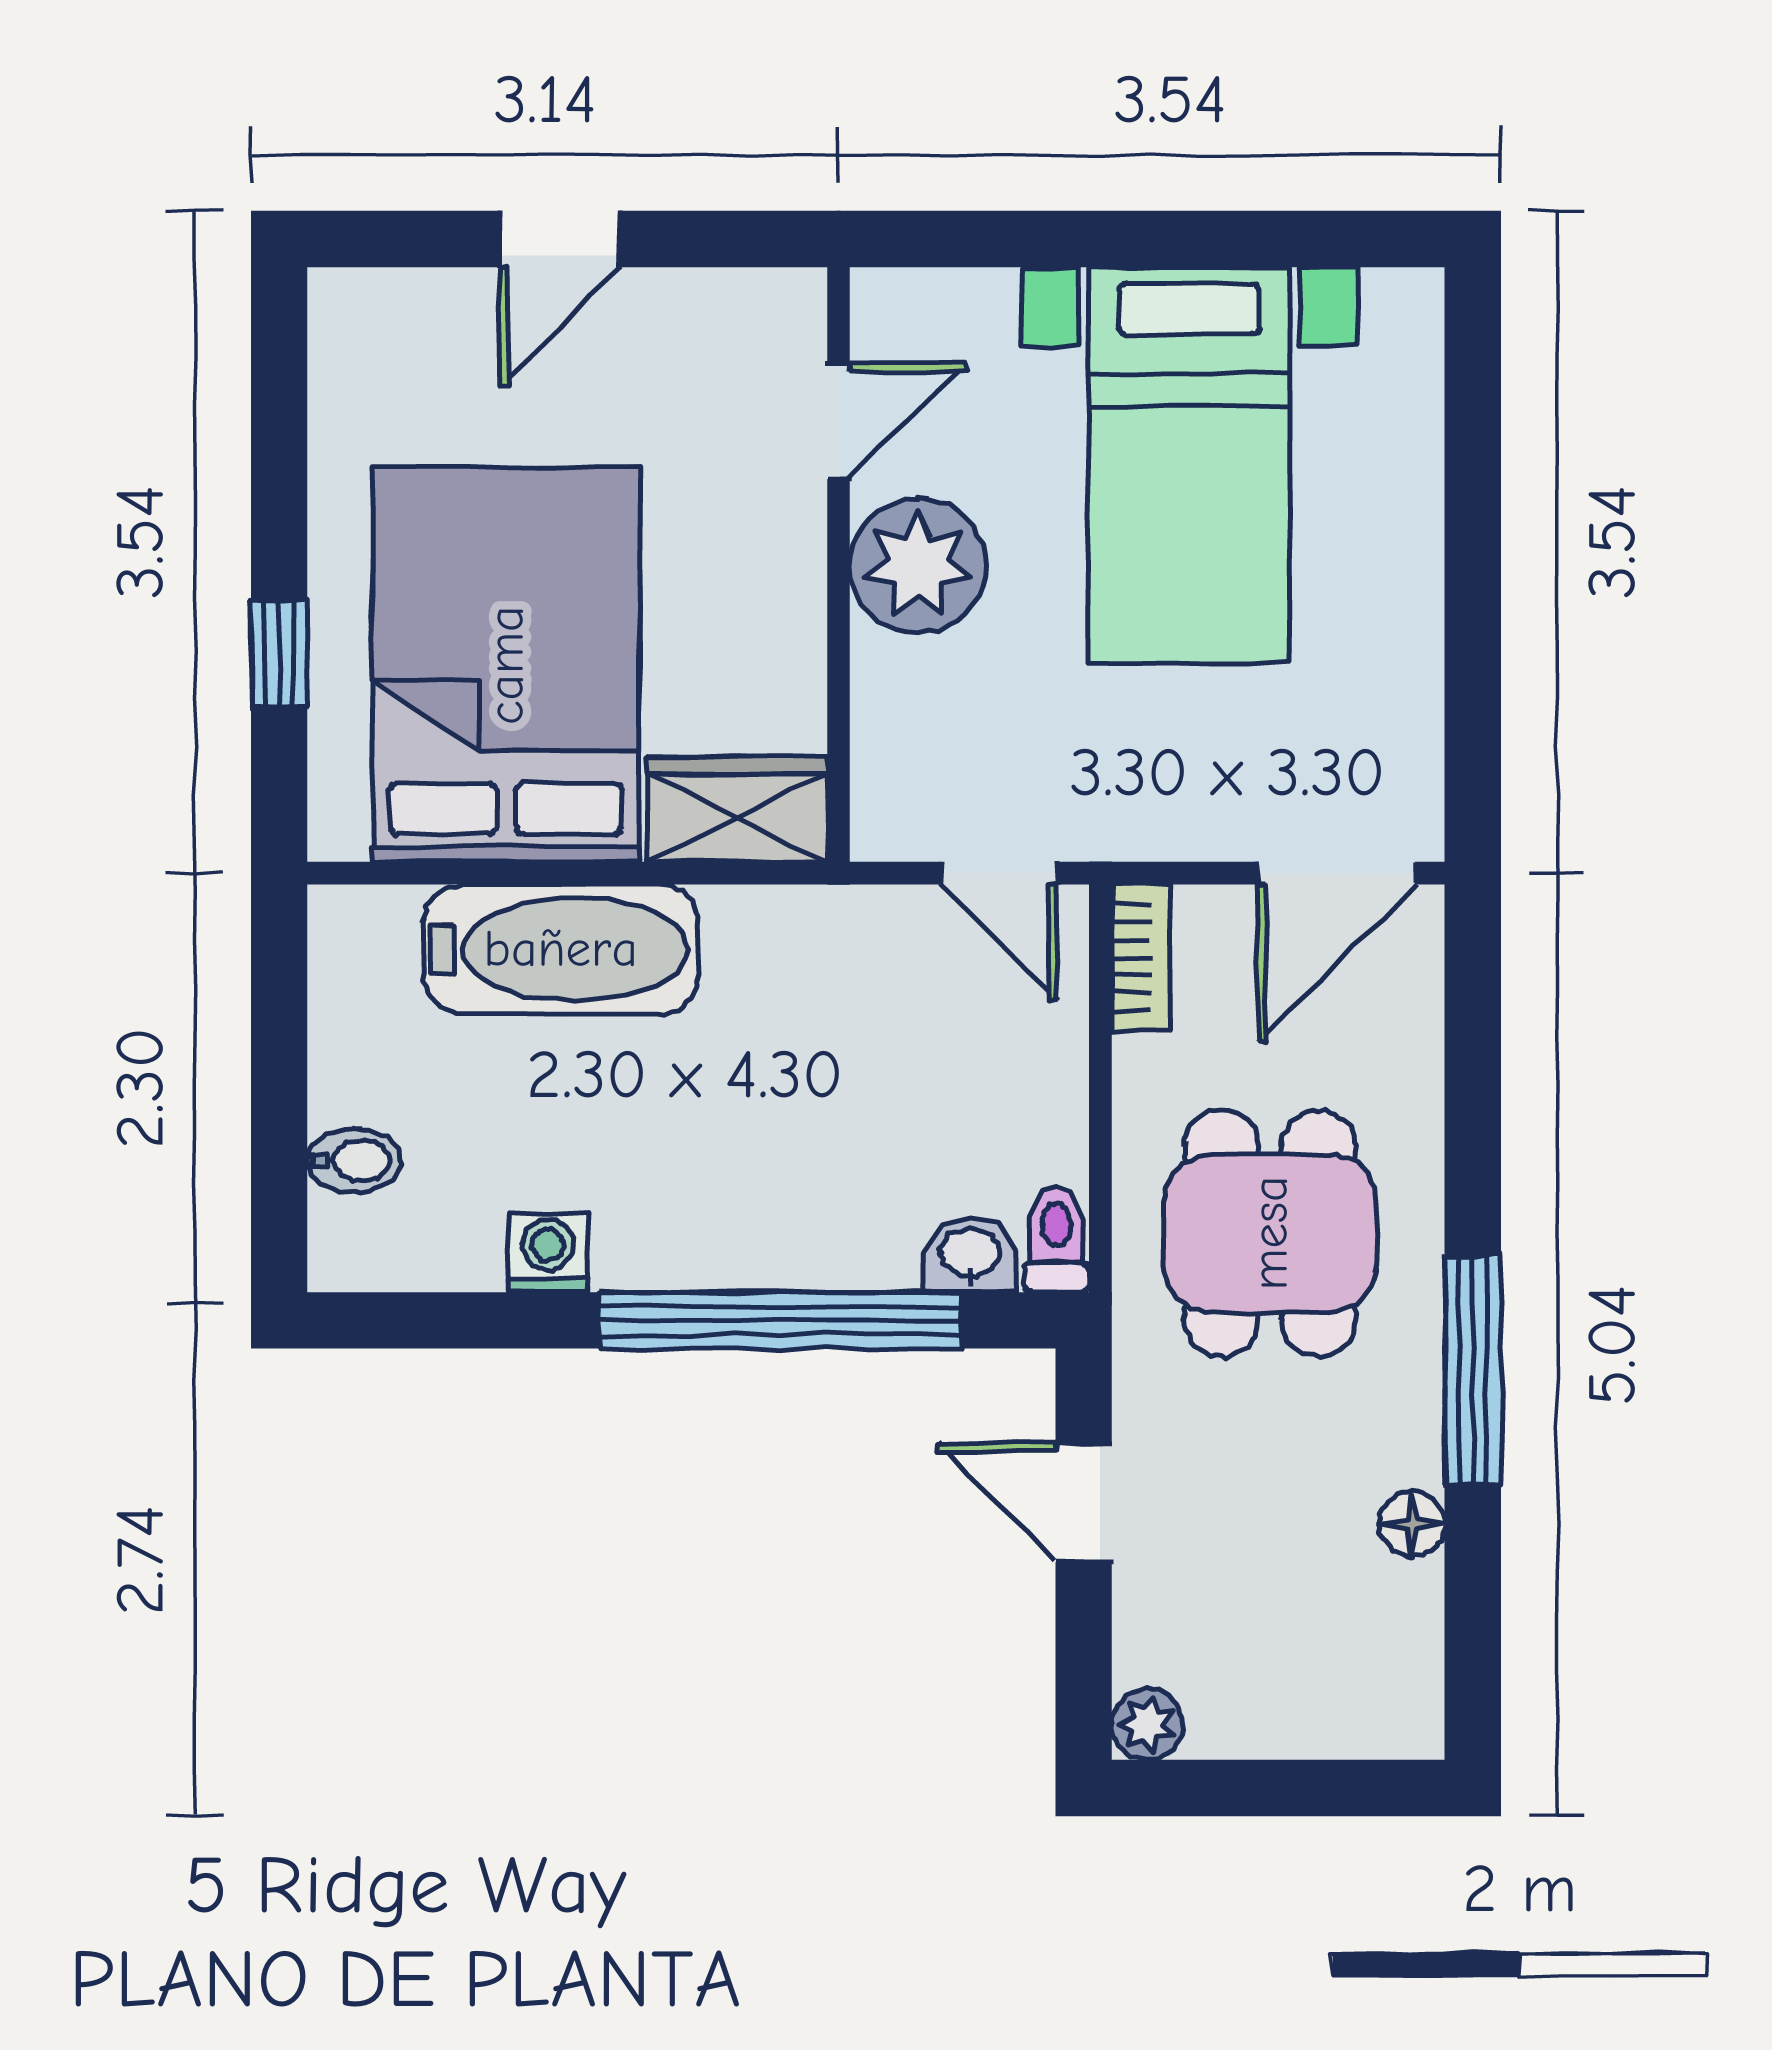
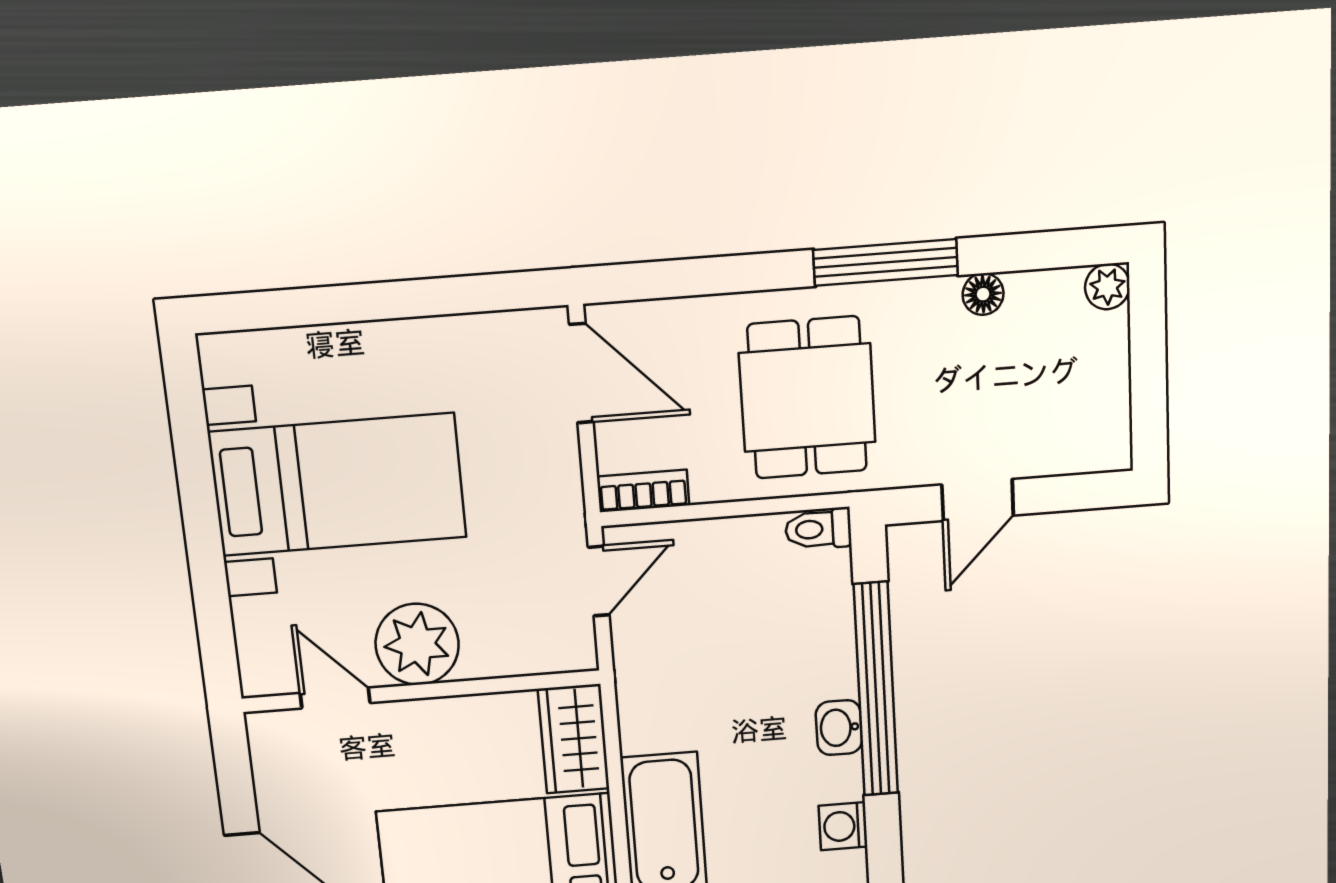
dining table: (1270, 1233) -> (807, 398), turned 90
washbasin: (970, 1255) -> (839, 728), moved
plant: (1147, 1724) -> (1107, 287), moved

